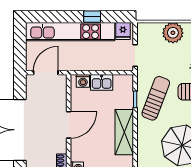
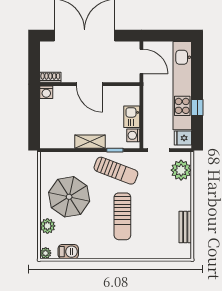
plant: (173, 33) -> (181, 170), moved
washing machine: (83, 81) -> (133, 135), moved
shelving: (124, 132) -> (90, 142), width x0.67, depth x0.75

